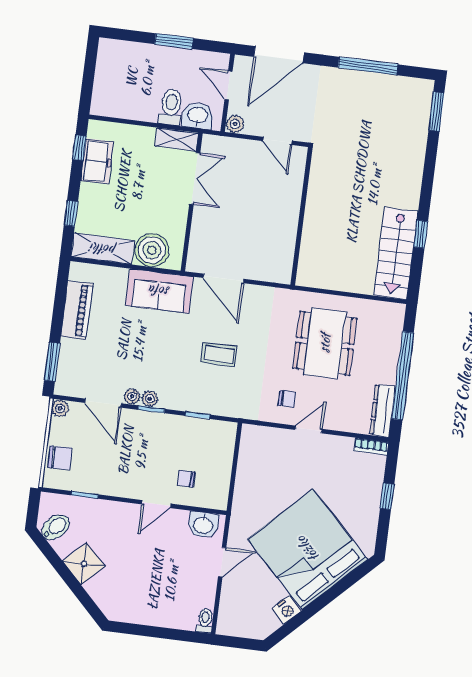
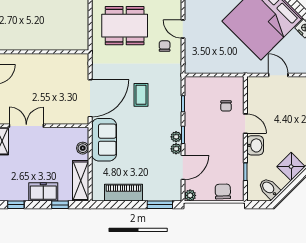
freezer: (97, 161) -> (43, 192), moved
boiler: (152, 250) -> (83, 148), width x0.54, depth x0.54
door: (224, 278) -> (90, 98), width x1.36
washbasin: (203, 525) -> (255, 145), moved

